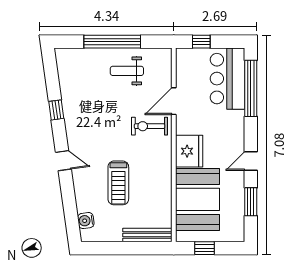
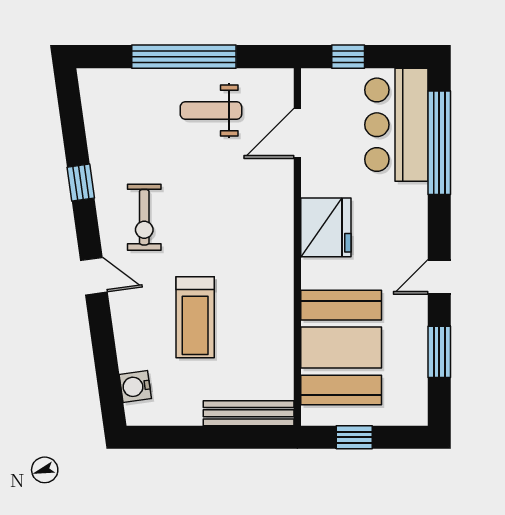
door: (174, 101) -> (297, 133), moved
exercise bike: (149, 126) -> (144, 217), moved, turned -90
fridge: (189, 151) -> (326, 227), moved

